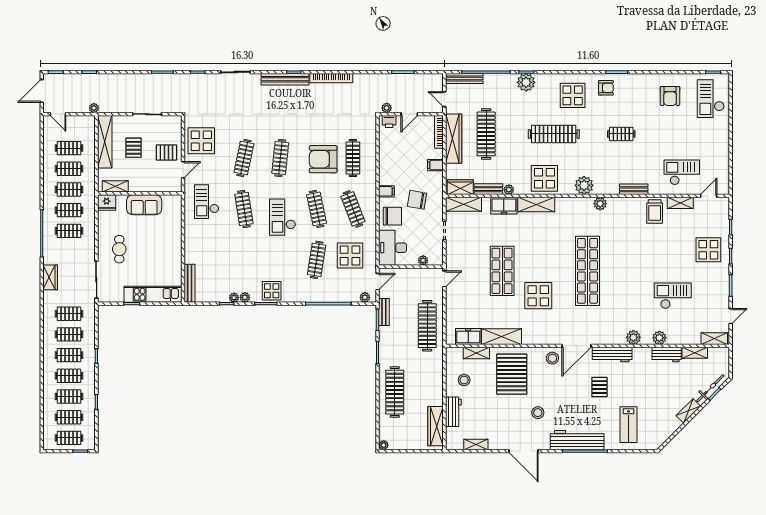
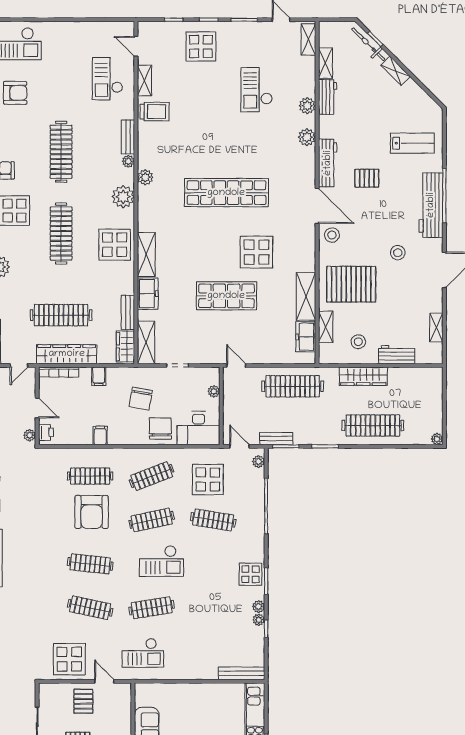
clothes rail: (621, 134) -> (61, 152), width x1.86, depth x1.31
plant: (509, 190) -> (128, 161), moved
filing cabinet: (386, 191) -> (100, 435), moved
wardrobe: (436, 426) -> (363, 376), moved

